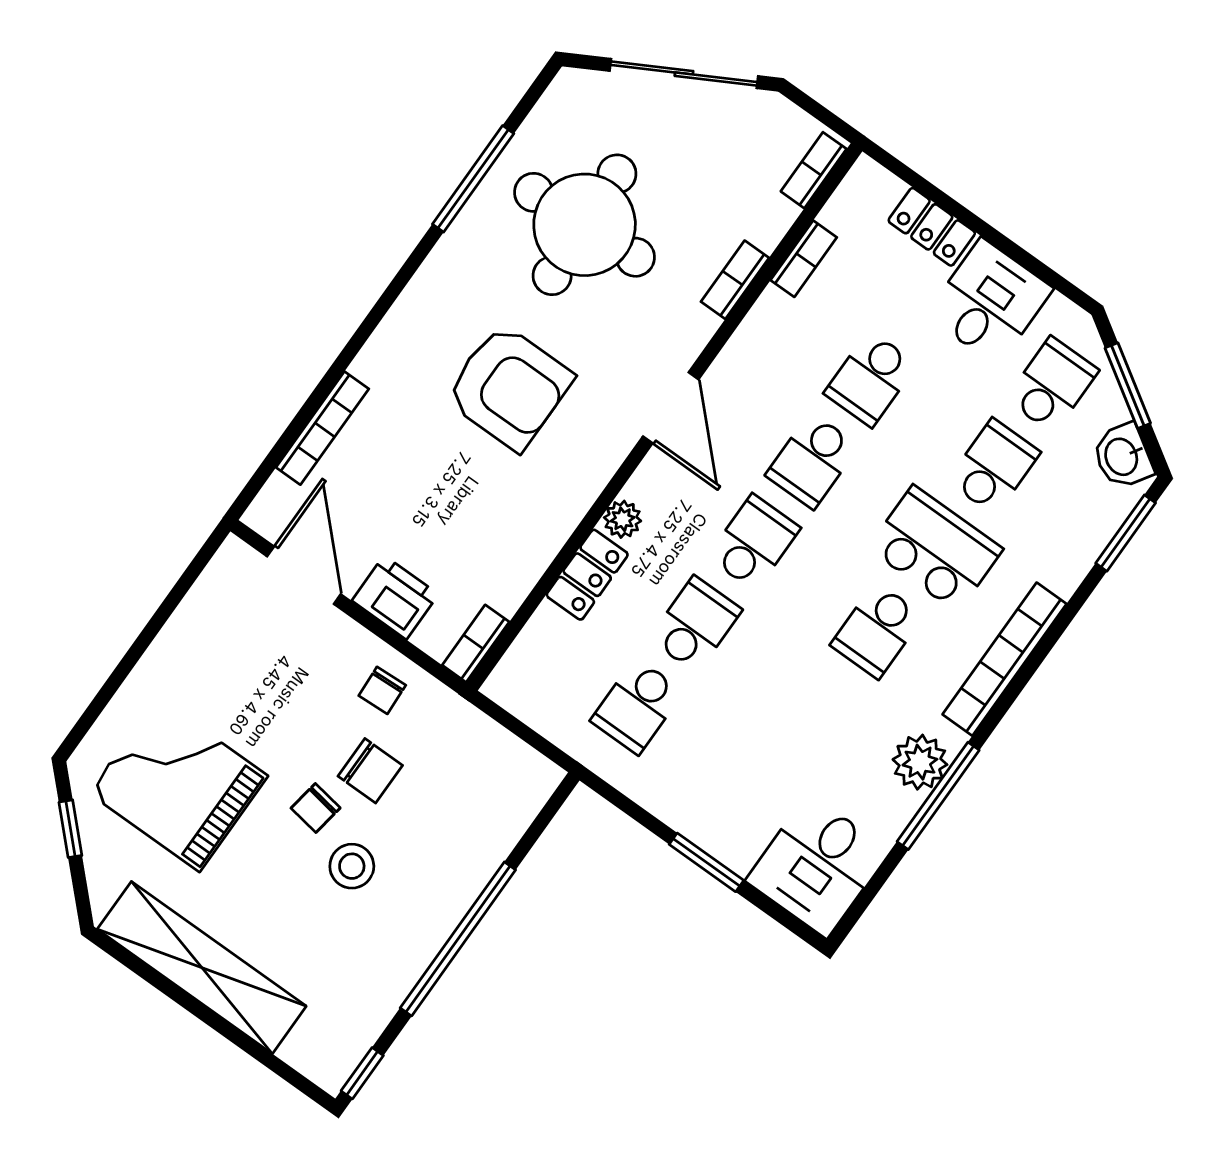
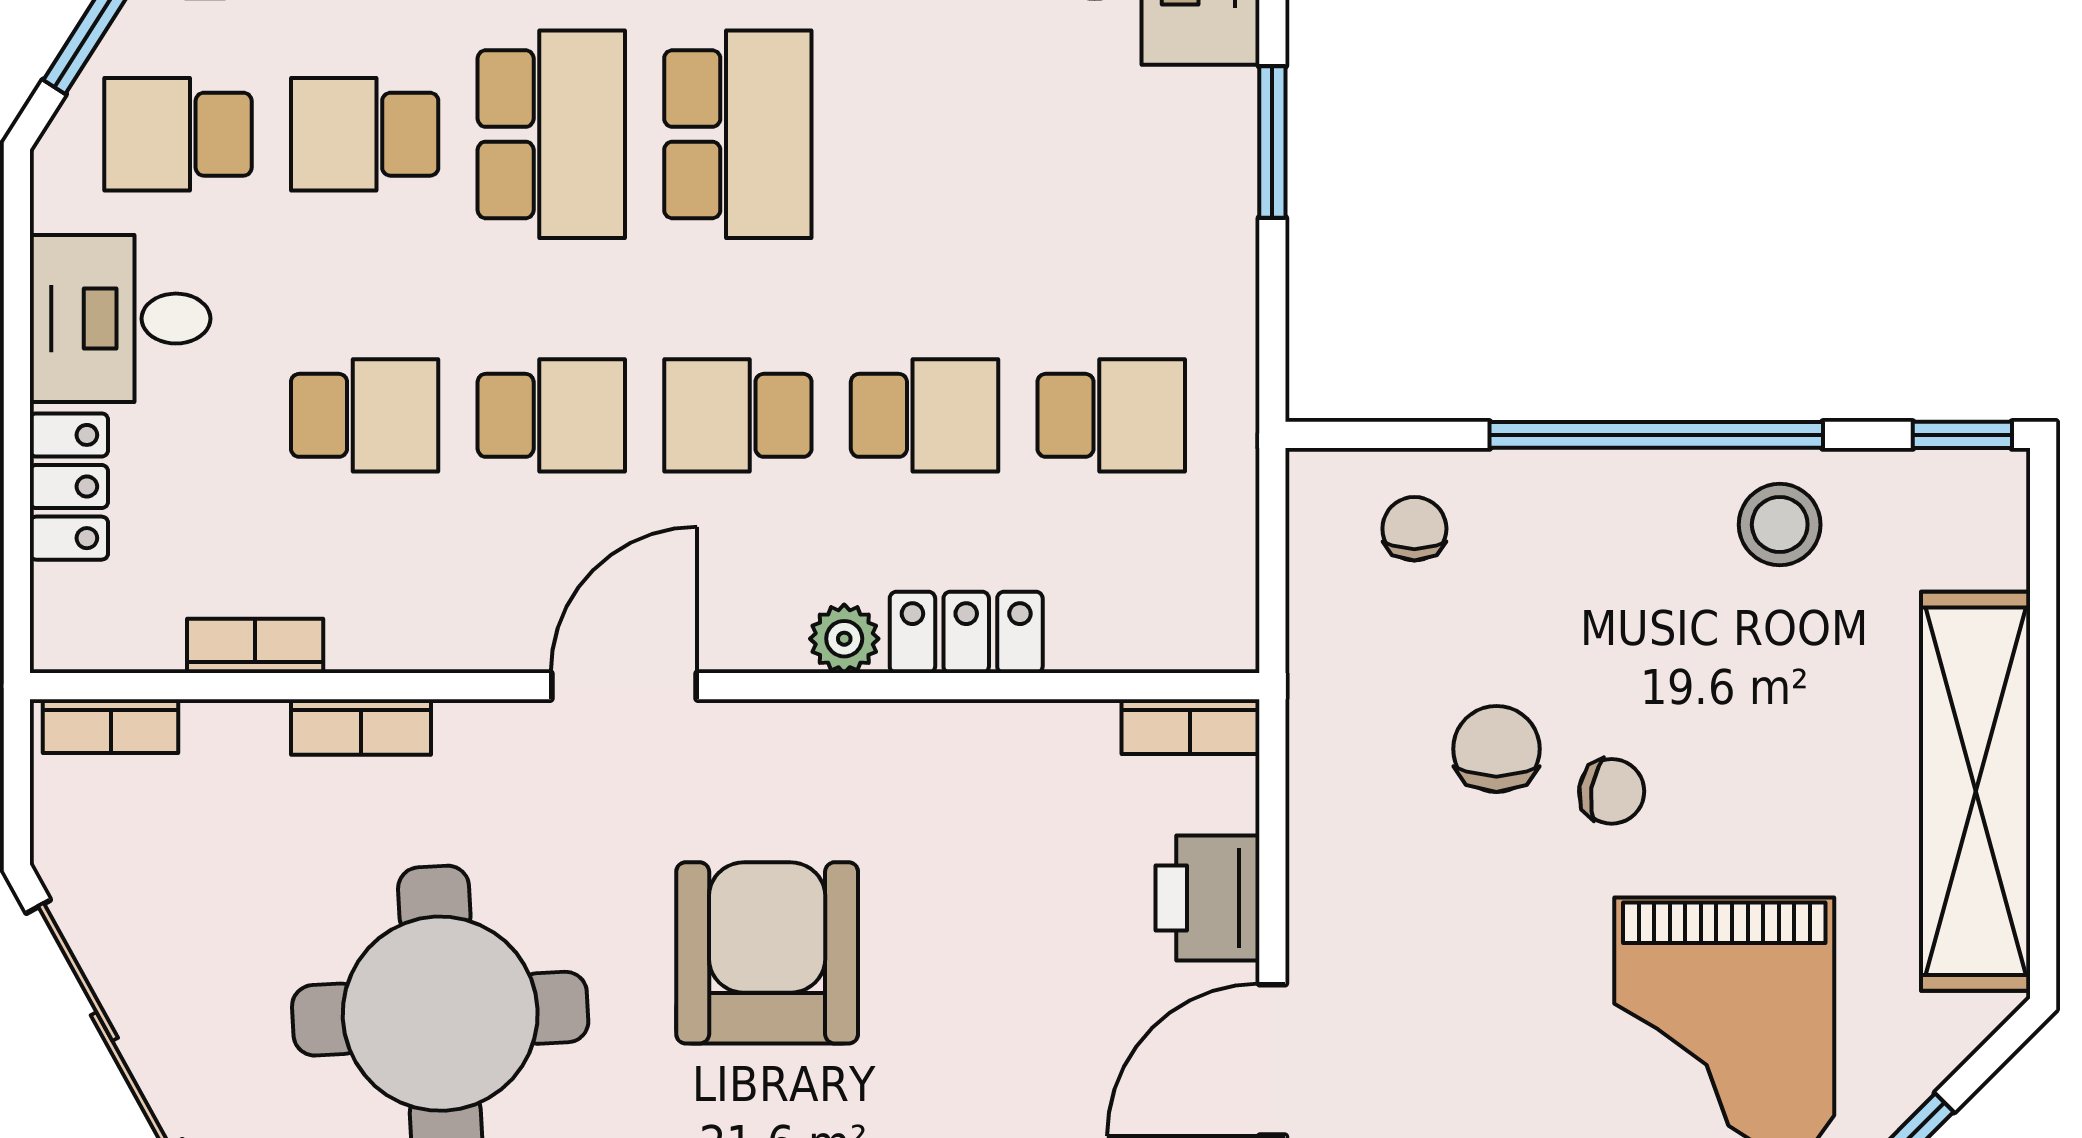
school desk: (935, 549) -> (551, 134), turned 180
school desk: (695, 624) -> (925, 415), turned 180
school desk: (877, 630) -> (738, 134), width x1.85
chair: (382, 690) -> (1414, 529), moved, turned -87
stool: (352, 866) -> (1780, 525), moved

